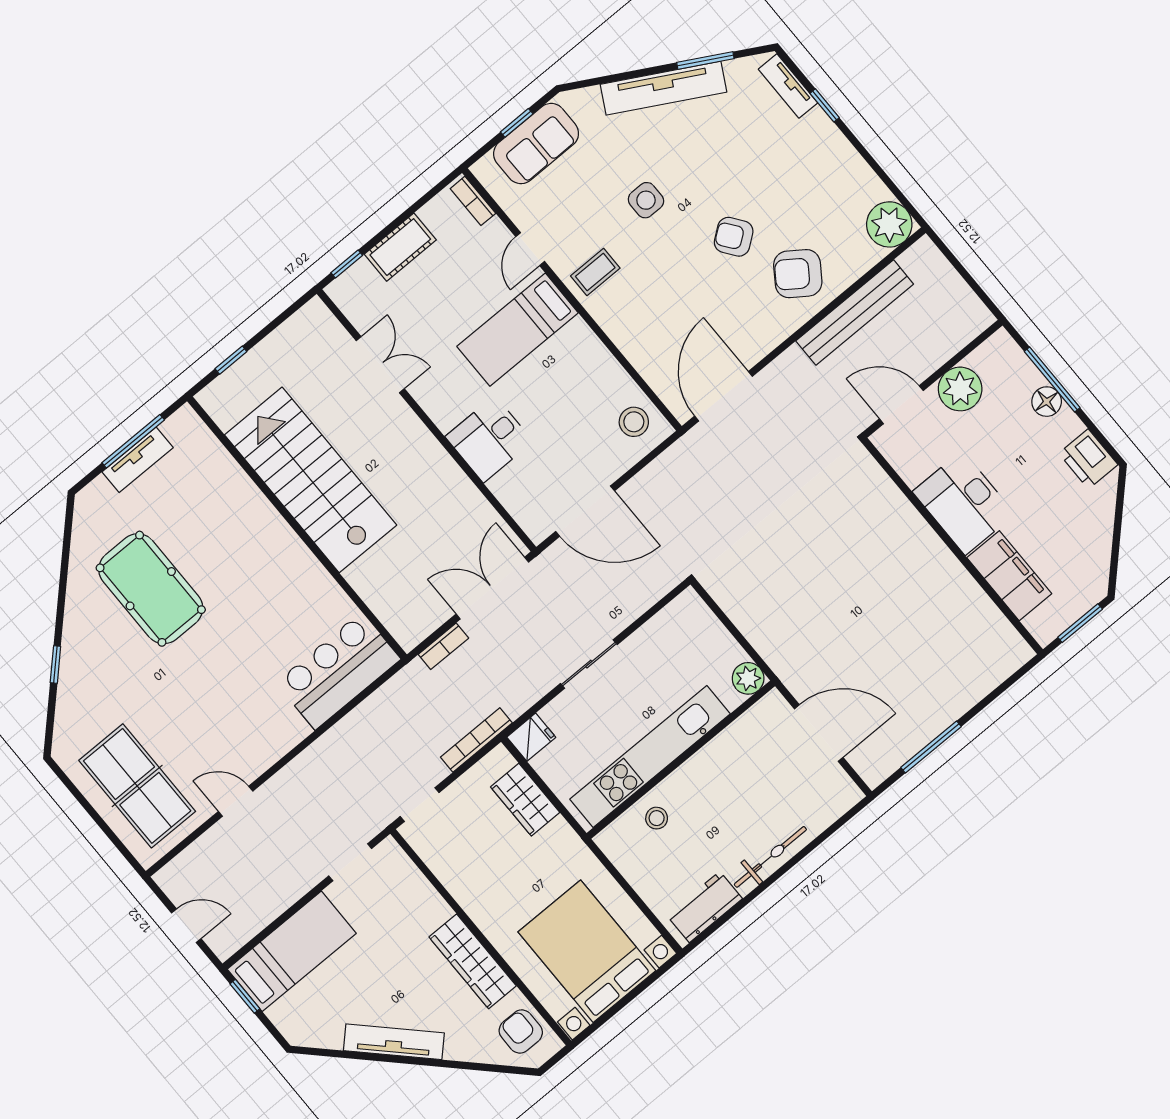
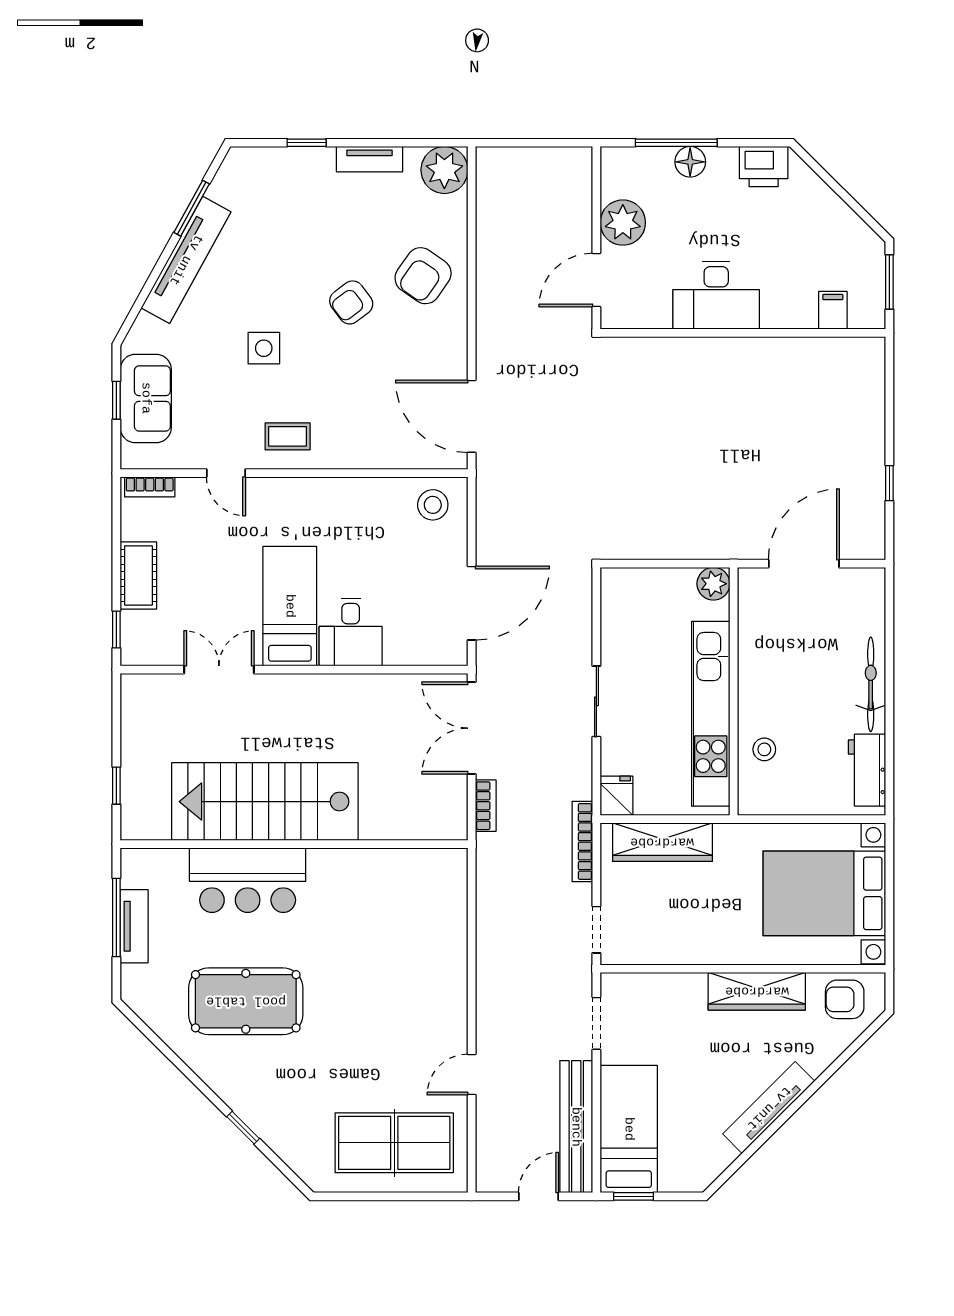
tv unit: (788, 86) -> (369, 159), moved
coffee table: (595, 272) -> (288, 436), turned 90
bench: (855, 313) -> (576, 1127), moved
bed: (518, 330) -> (290, 606), moved, turned 180
filing cabinet: (1009, 576) -> (833, 310), width x0.33, depth x0.86
bar counter: (338, 671) -> (248, 880), moved, turned -90
window: (931, 747) -> (889, 483), width x0.46
wardrobe: (525, 800) -> (662, 842), width x1.50

